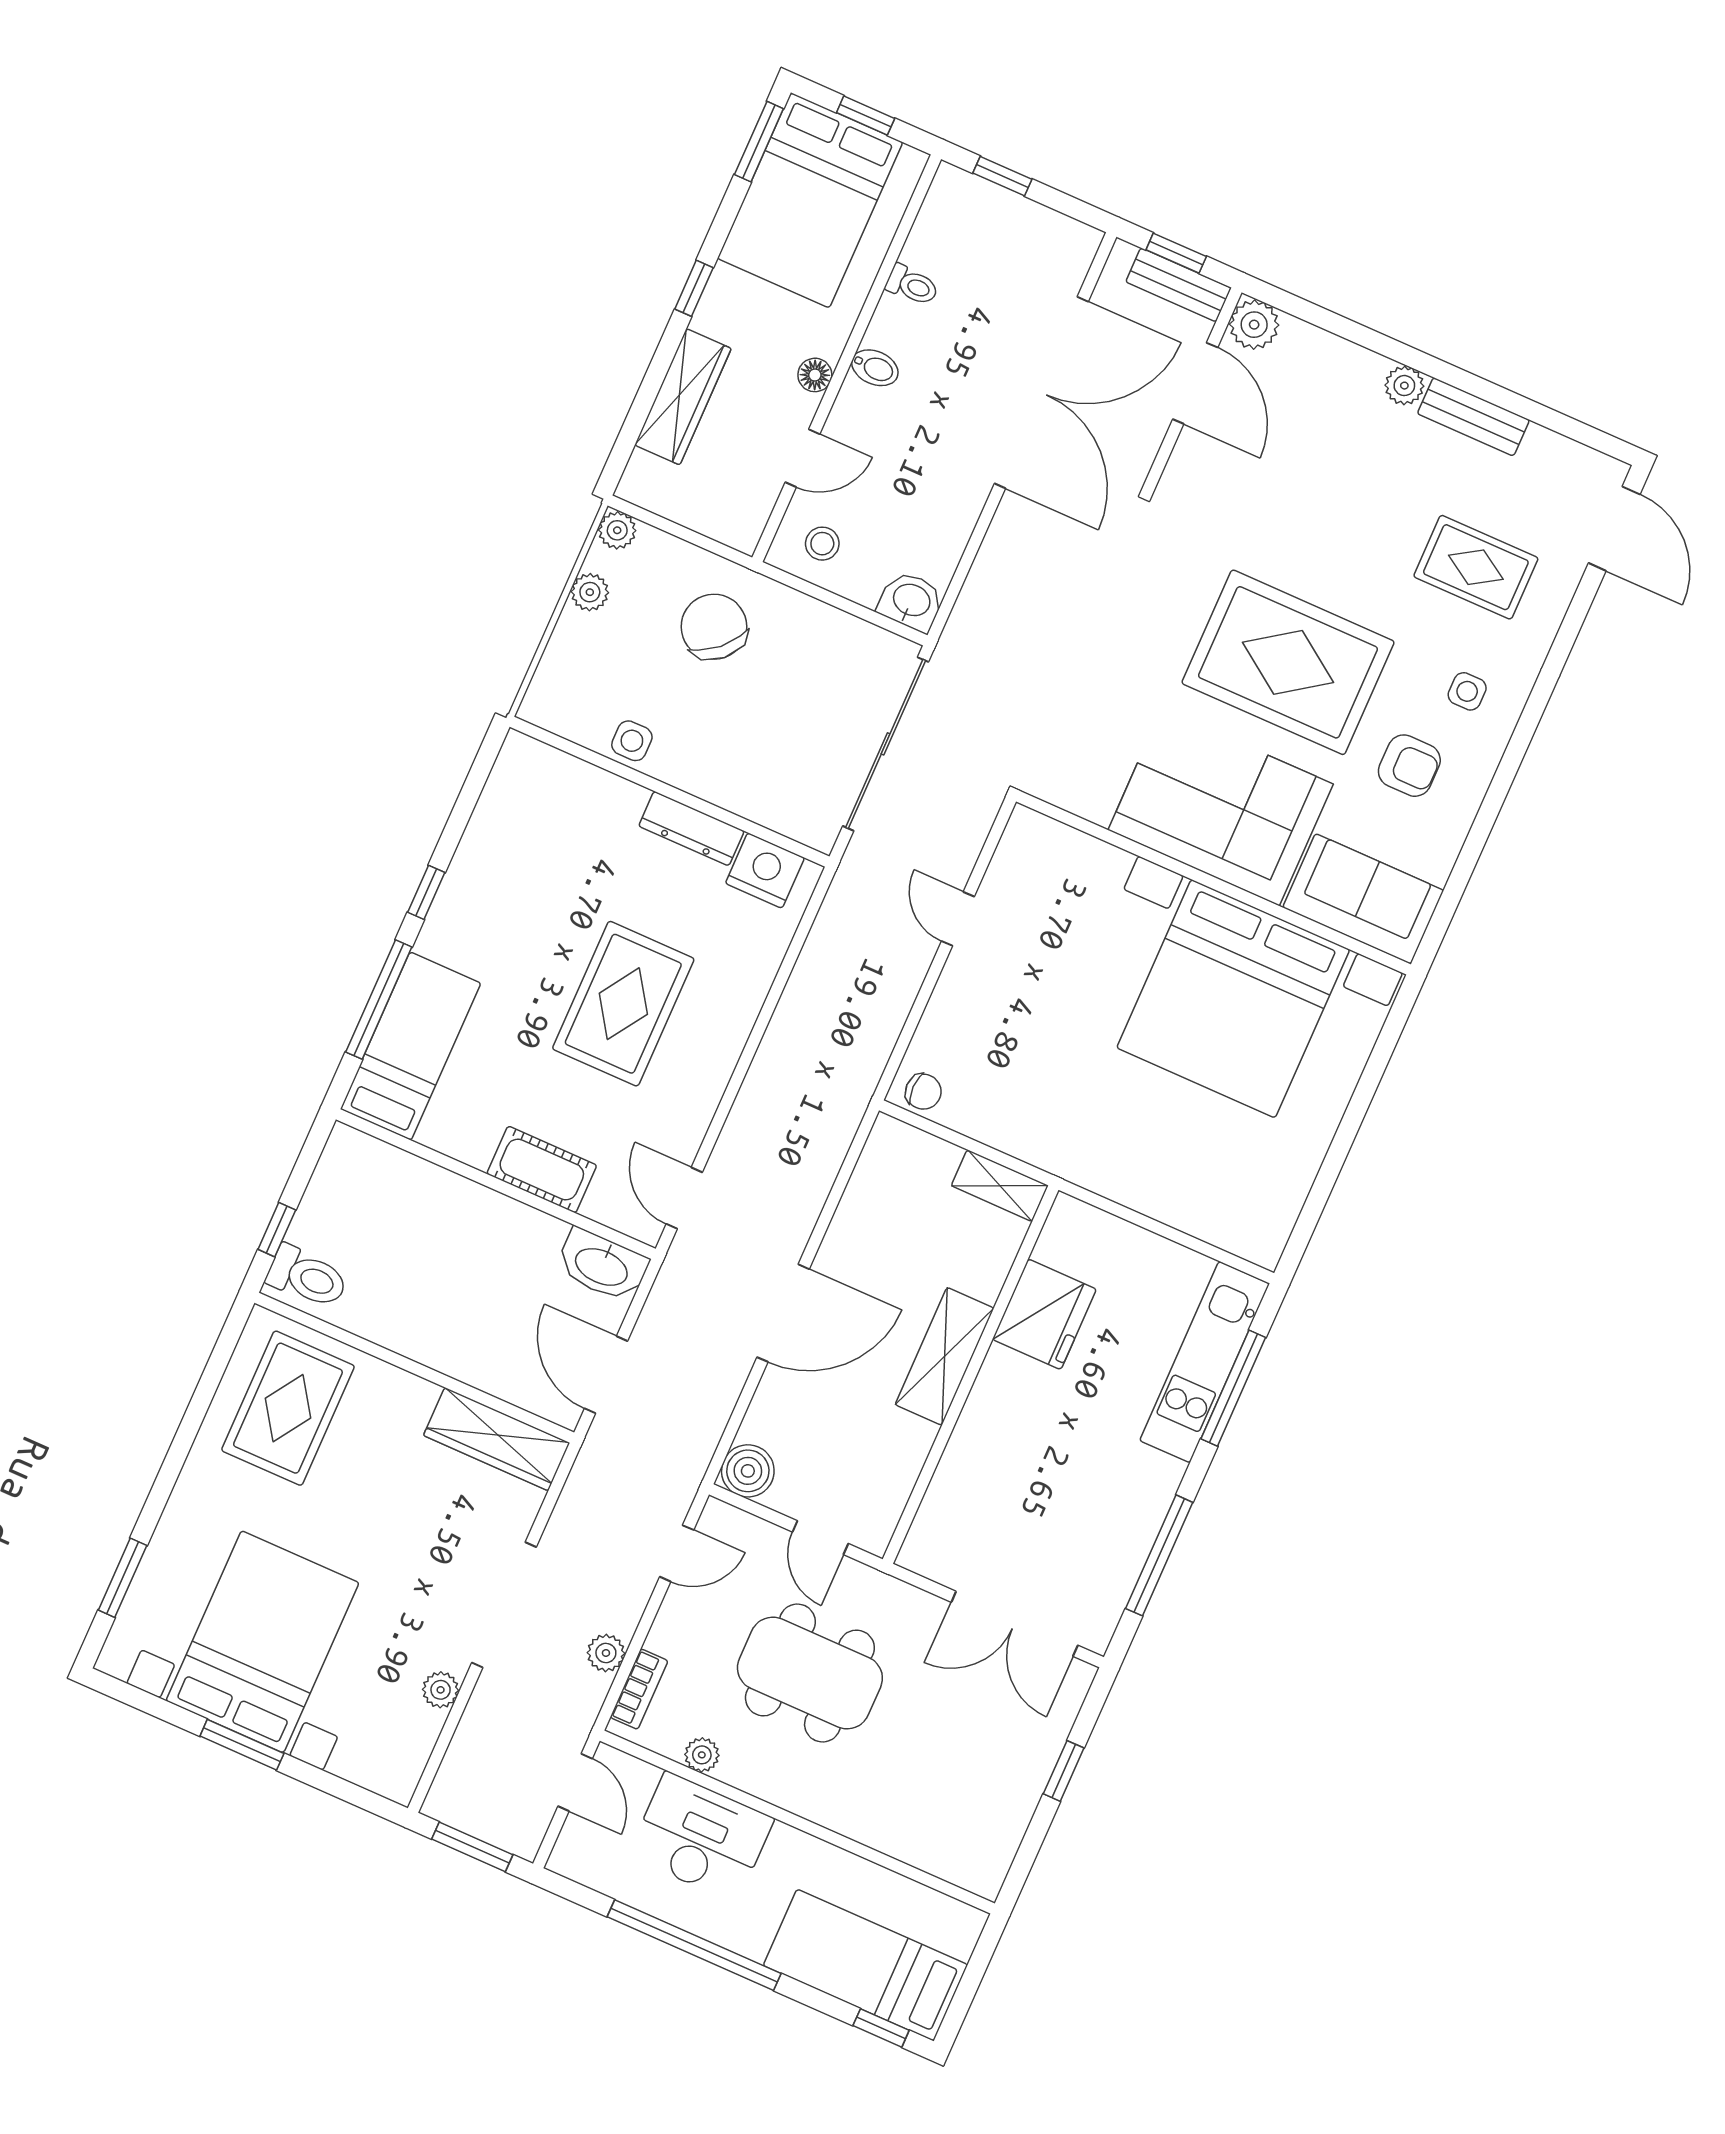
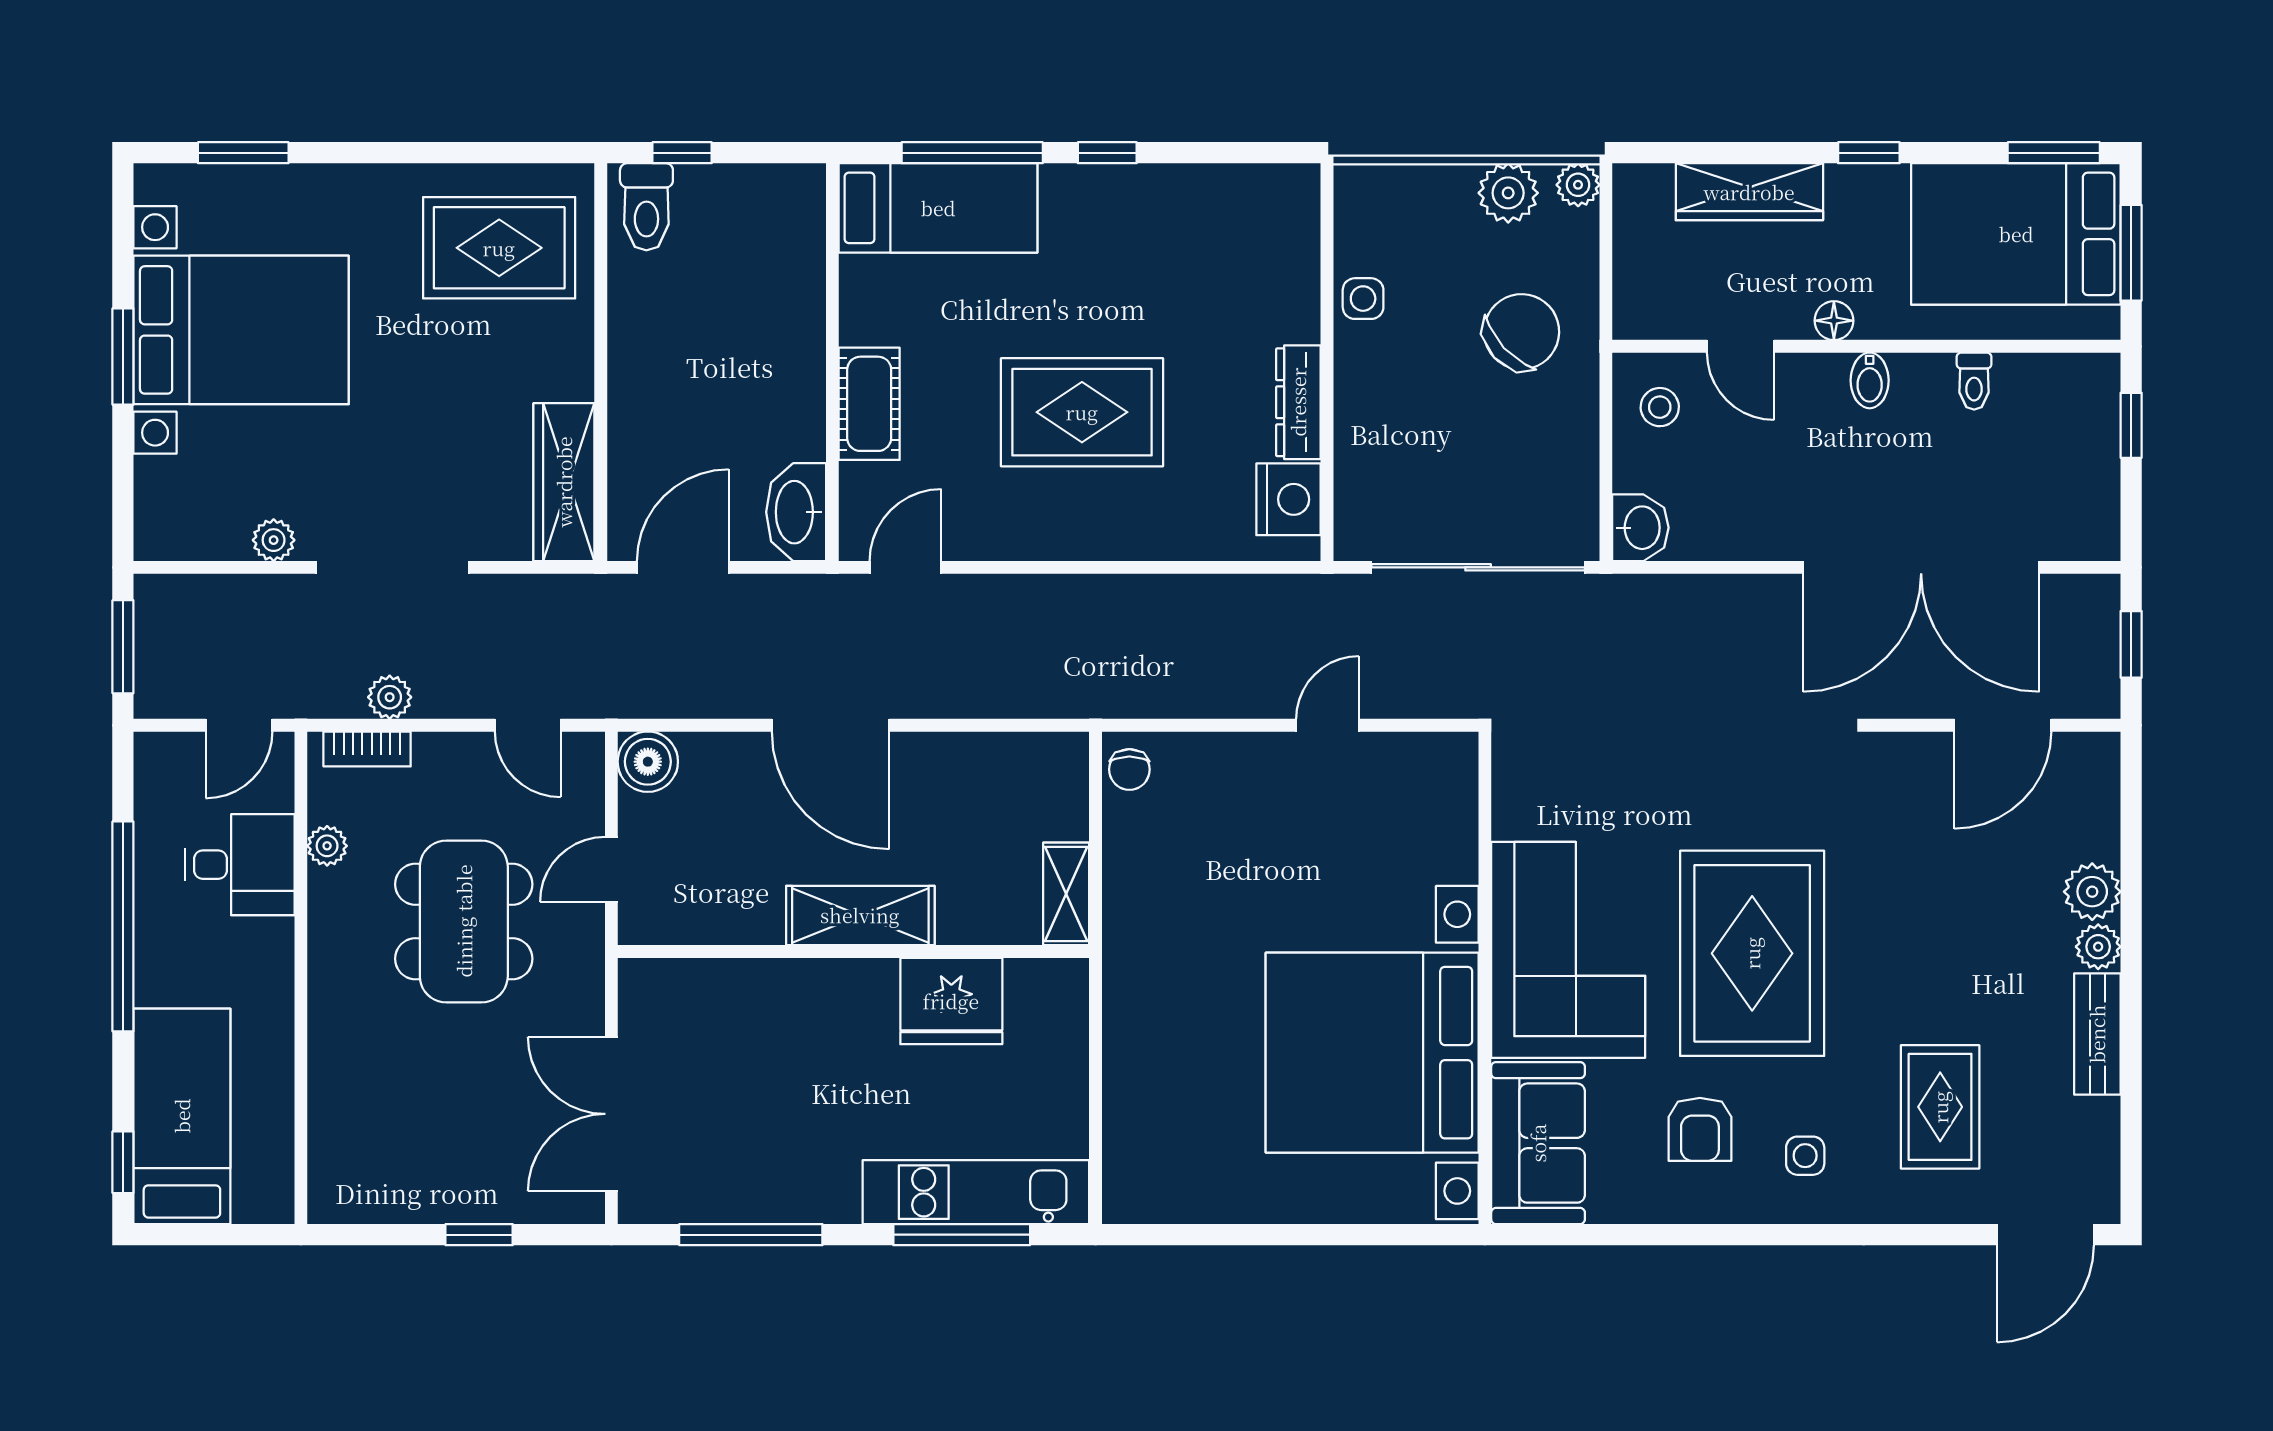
window: (866, 115) -> (2131, 253), width x1.50
bench: (1179, 285) -> (2099, 662), removed
plant: (1254, 325) -> (2092, 892), moved
plant: (590, 592) -> (1508, 193), width x1.38, depth x1.38
desk: (701, 1837) -> (240, 865), width x0.73

